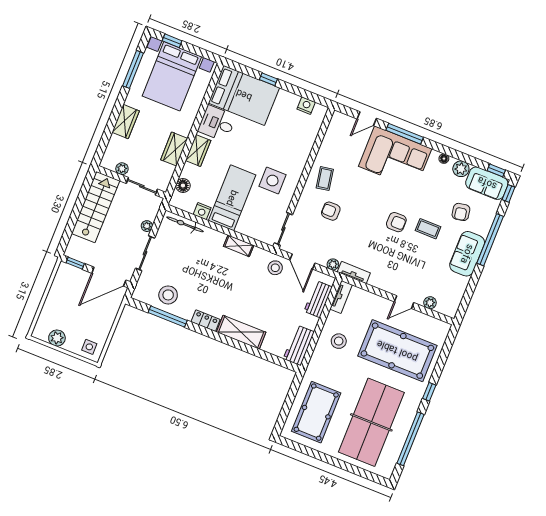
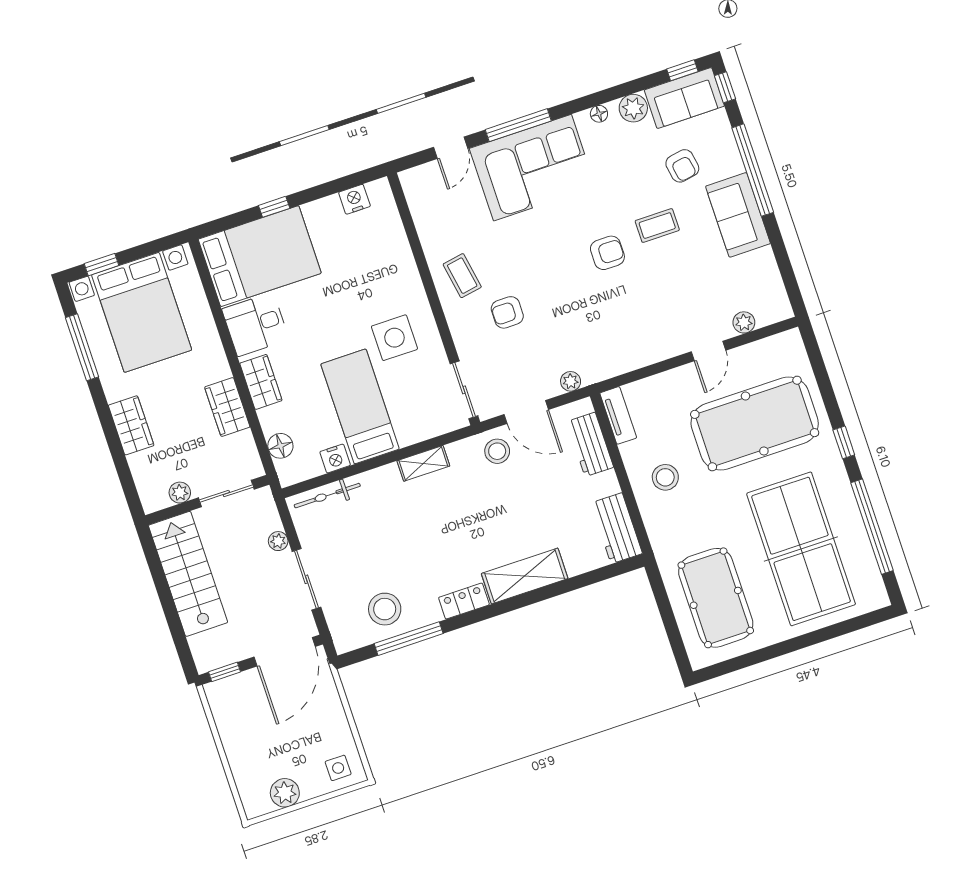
tv unit: (354, 272) -> (608, 368), removed

